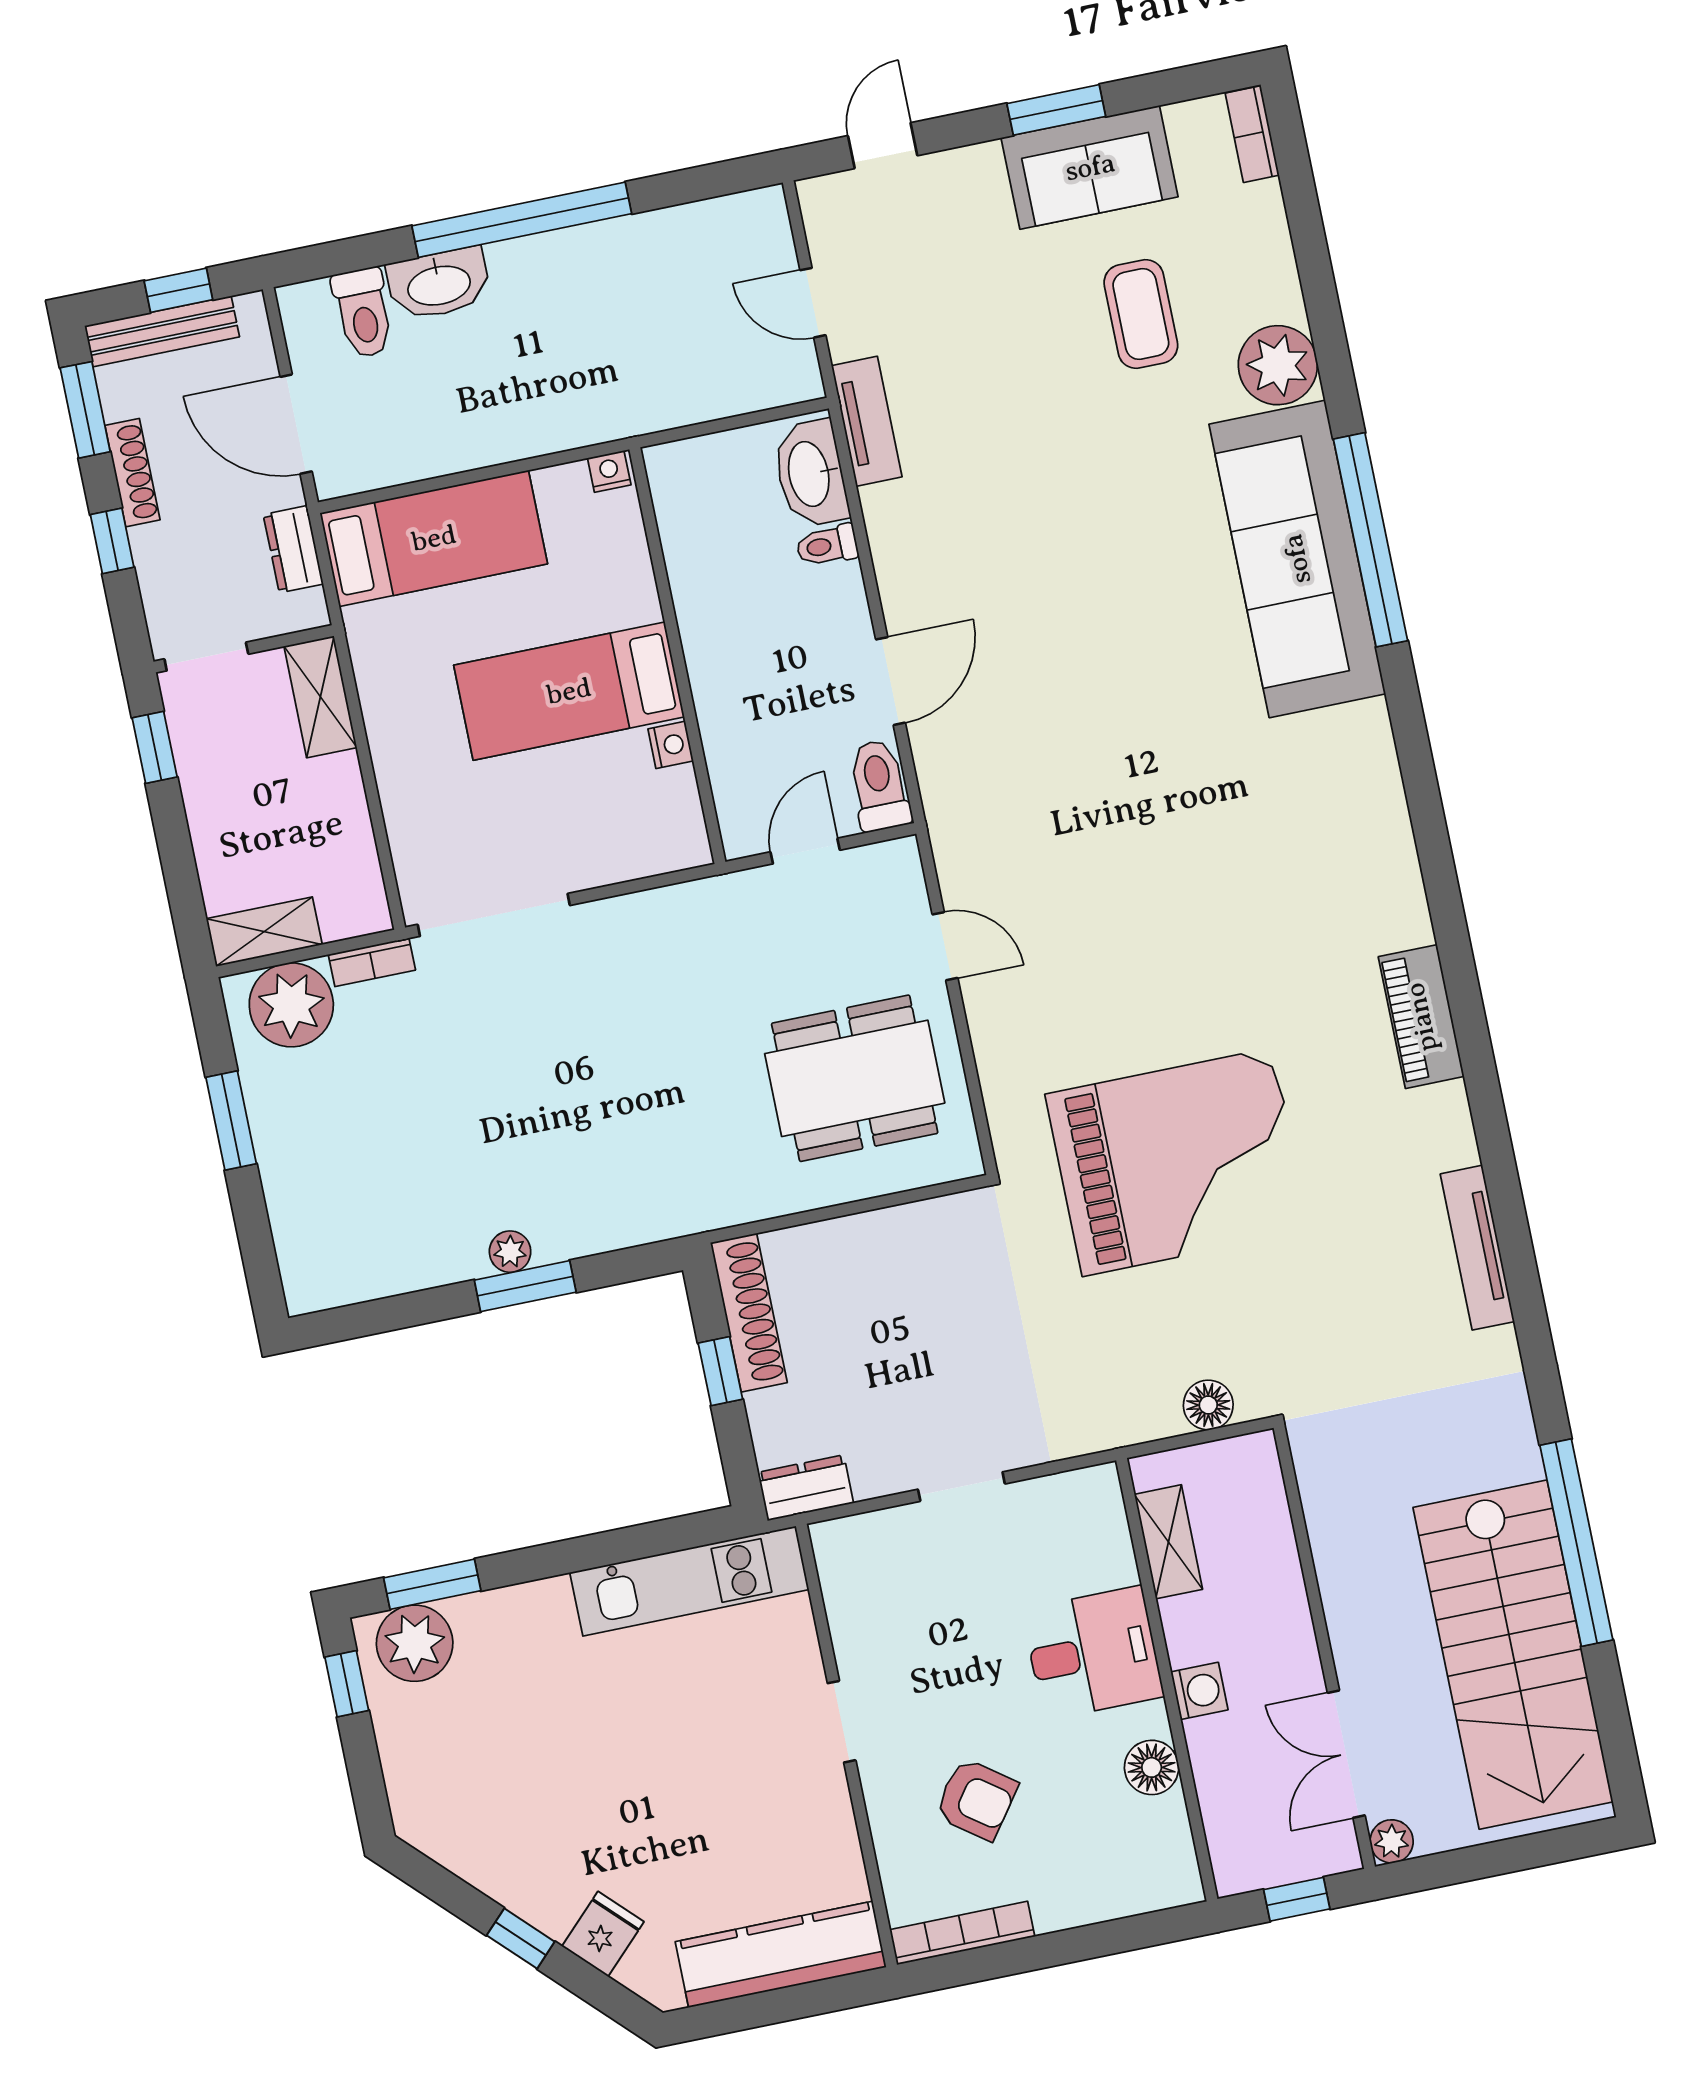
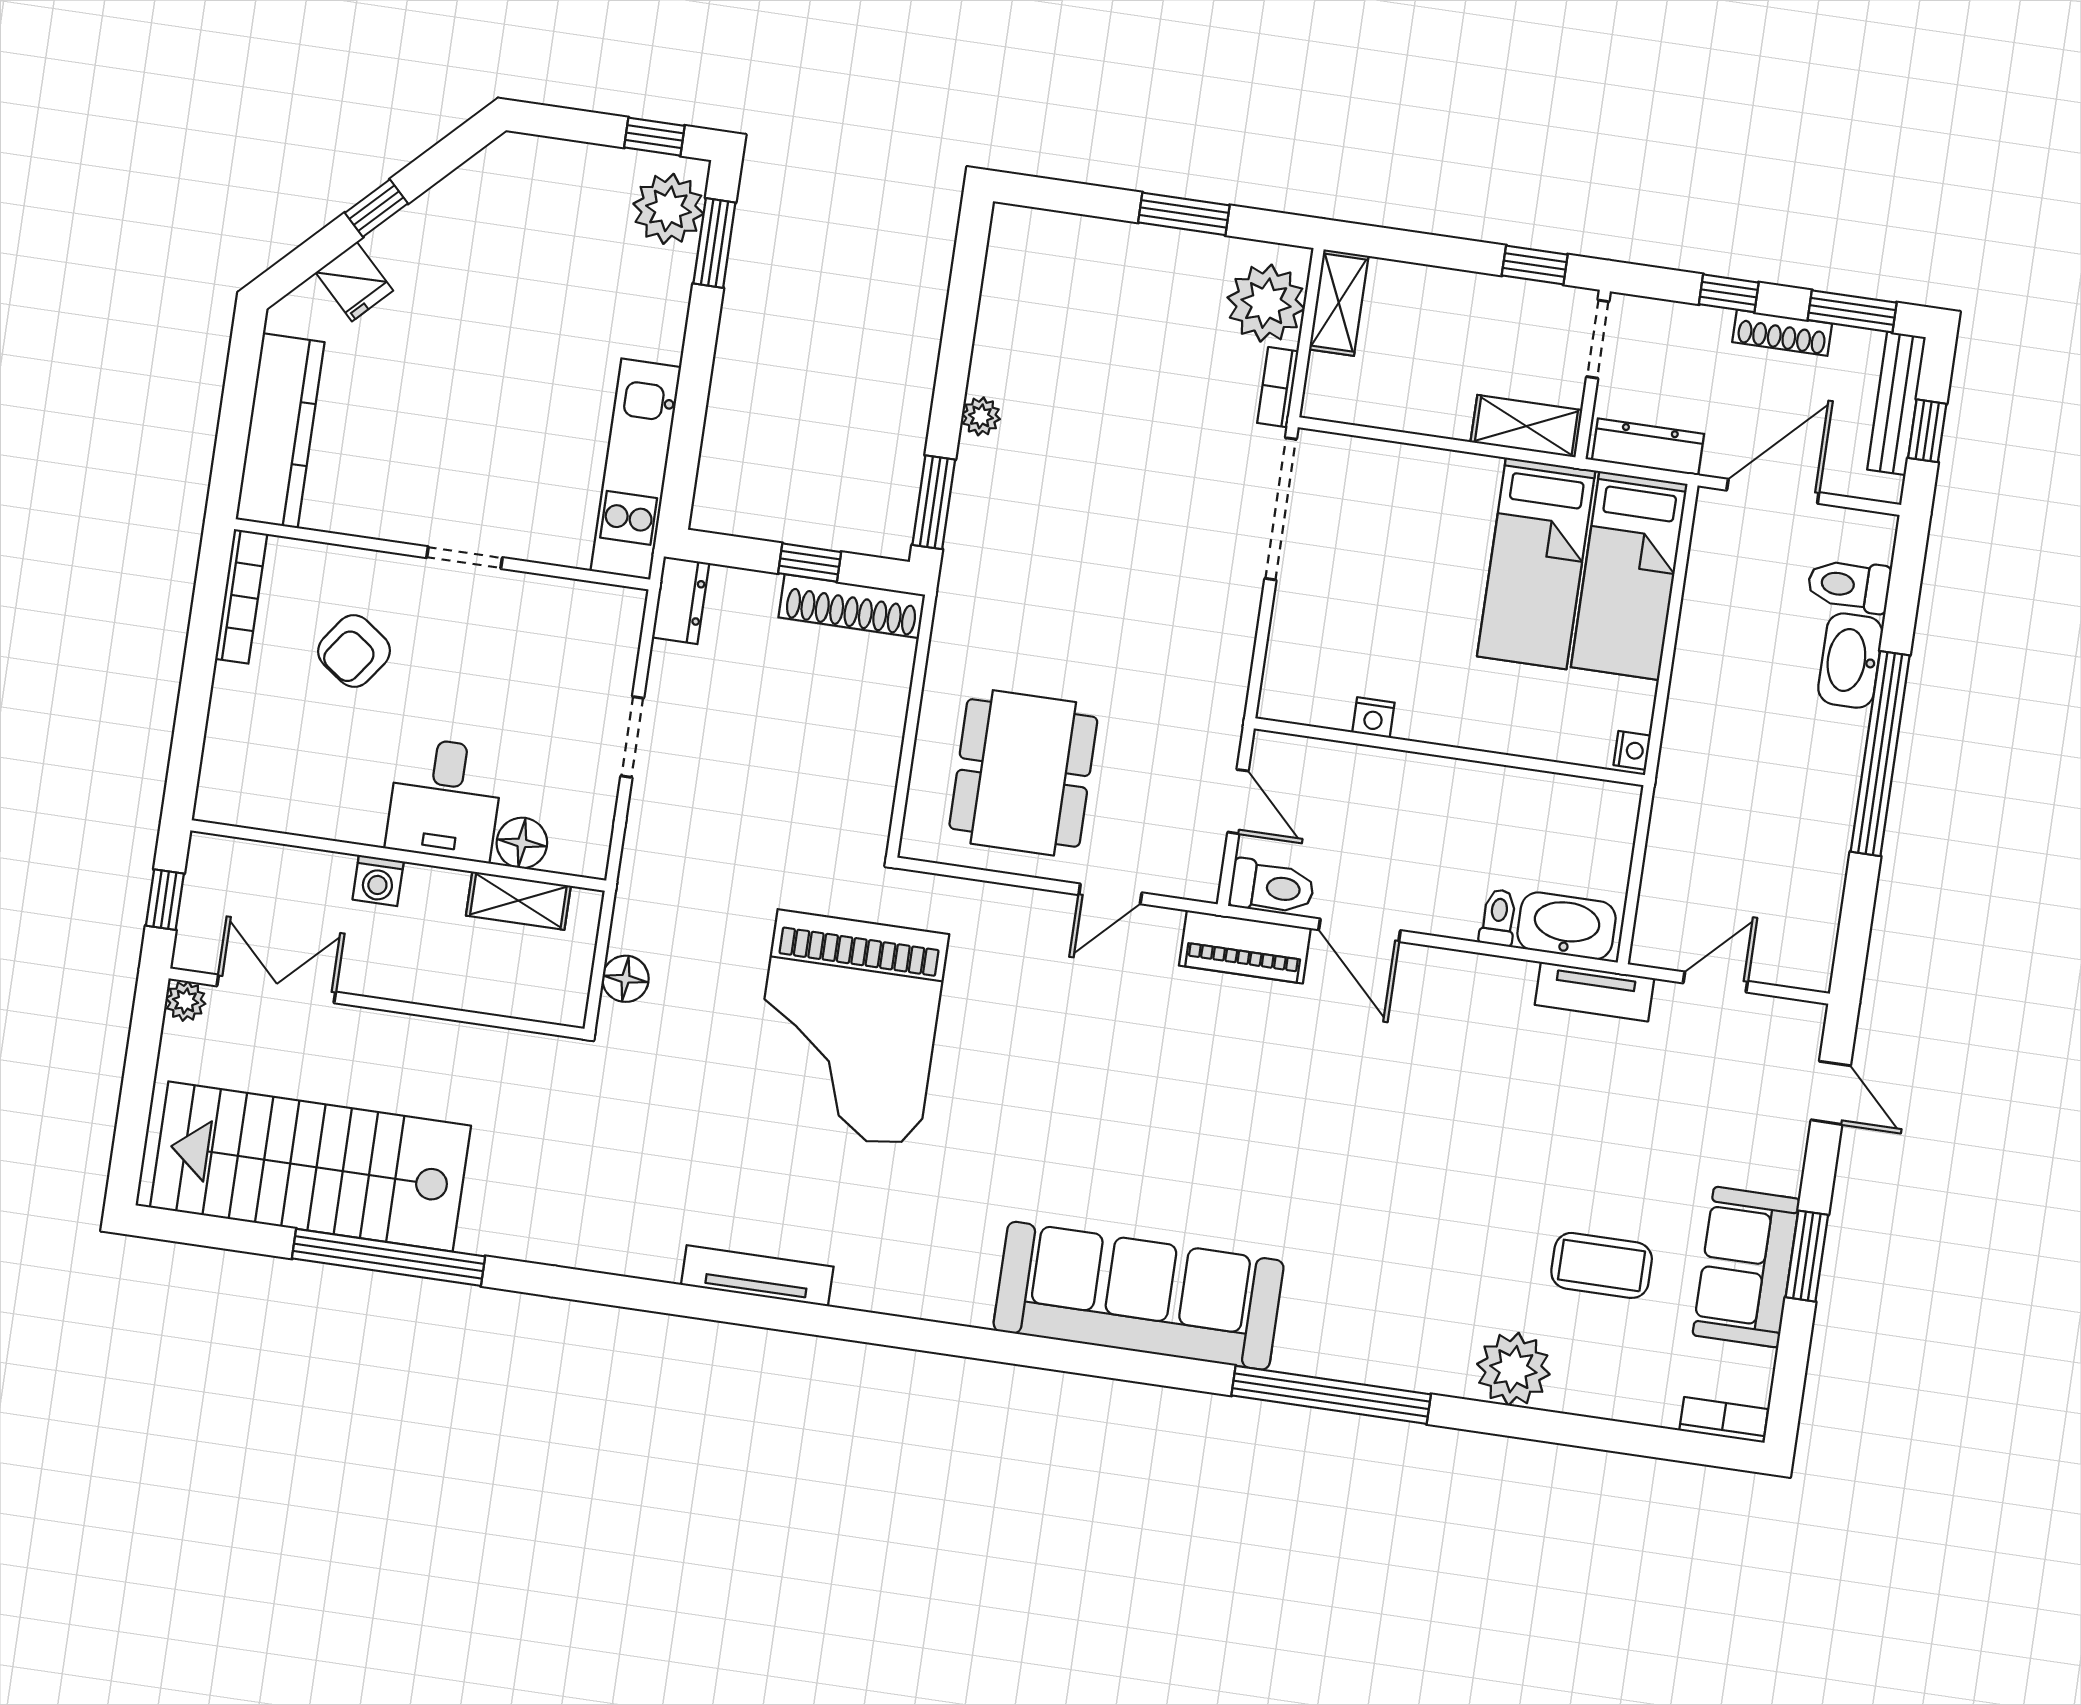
dresser: (293, 549) -> (1648, 447), width x1.44
sofa: (1297, 559) -> (1139, 1296), moved
bed: (569, 691) -> (1536, 563), moved, turned 180
piano: (1421, 1017) -> (1245, 947), moved, turned 180
tv unit: (1477, 1248) -> (757, 1276), moved
window: (525, 1286) -> (934, 502), moved
floor lamp: (1152, 1767) -> (522, 843), moved

